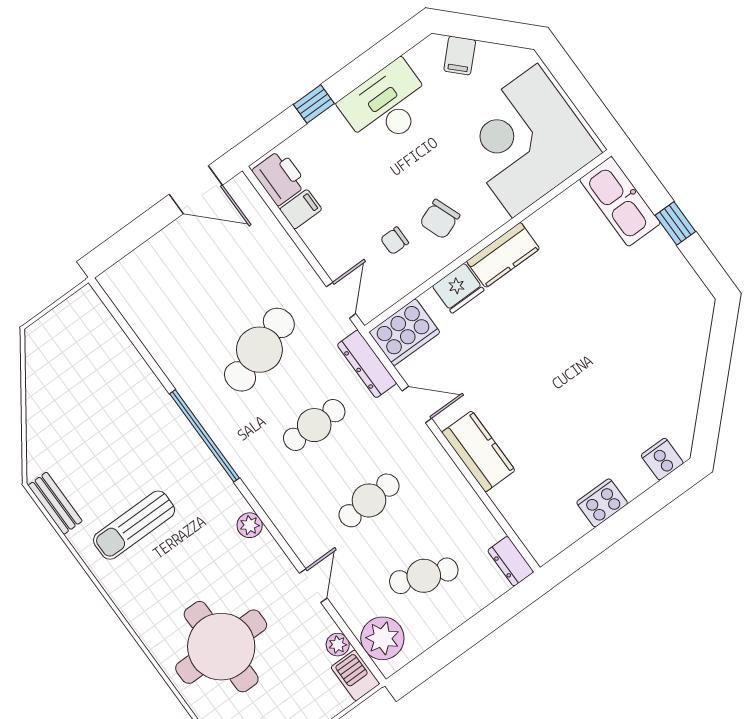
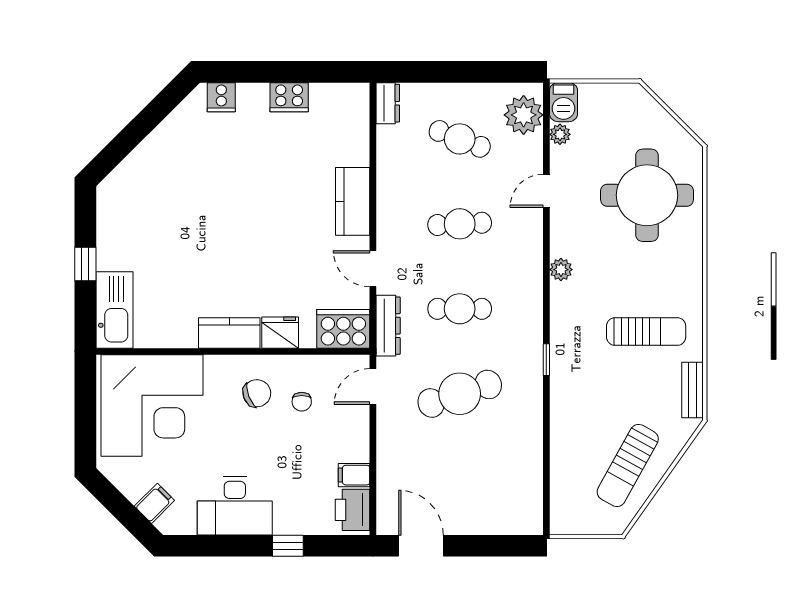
chair: (395, 241) -> (302, 402), turned 90
sun lounger: (64, 394) -> (628, 465), added
window: (204, 436) -> (546, 360), width x0.32

